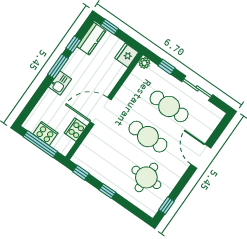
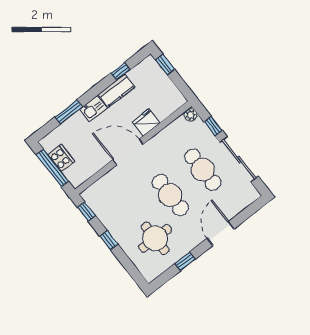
kitchen counter: (91, 39) -> (117, 91), moved
fridge: (127, 55) -> (146, 122), moved
window: (58, 66) -> (69, 112), moved
sliding door: (197, 88) -> (239, 159), width x1.37
cooker: (76, 130) -> (95, 164), removed
window: (166, 206) -> (185, 261), moved

